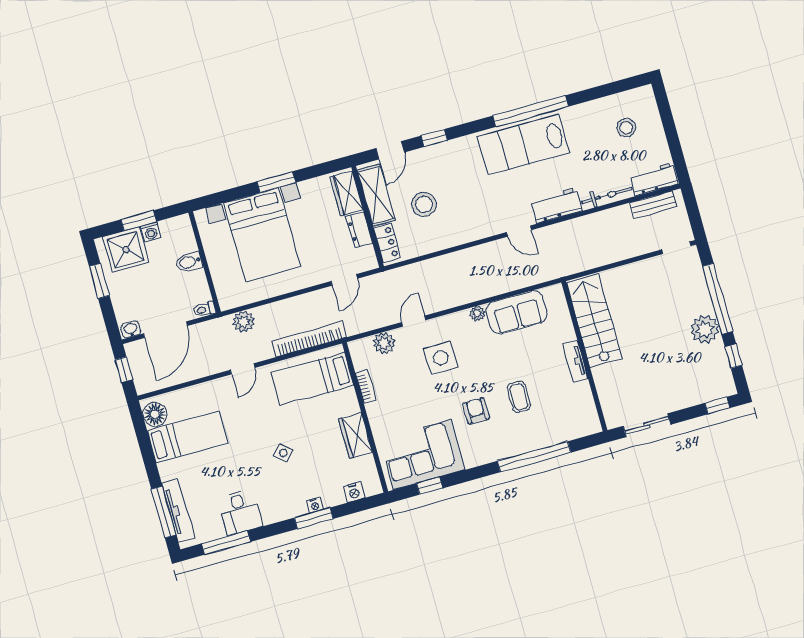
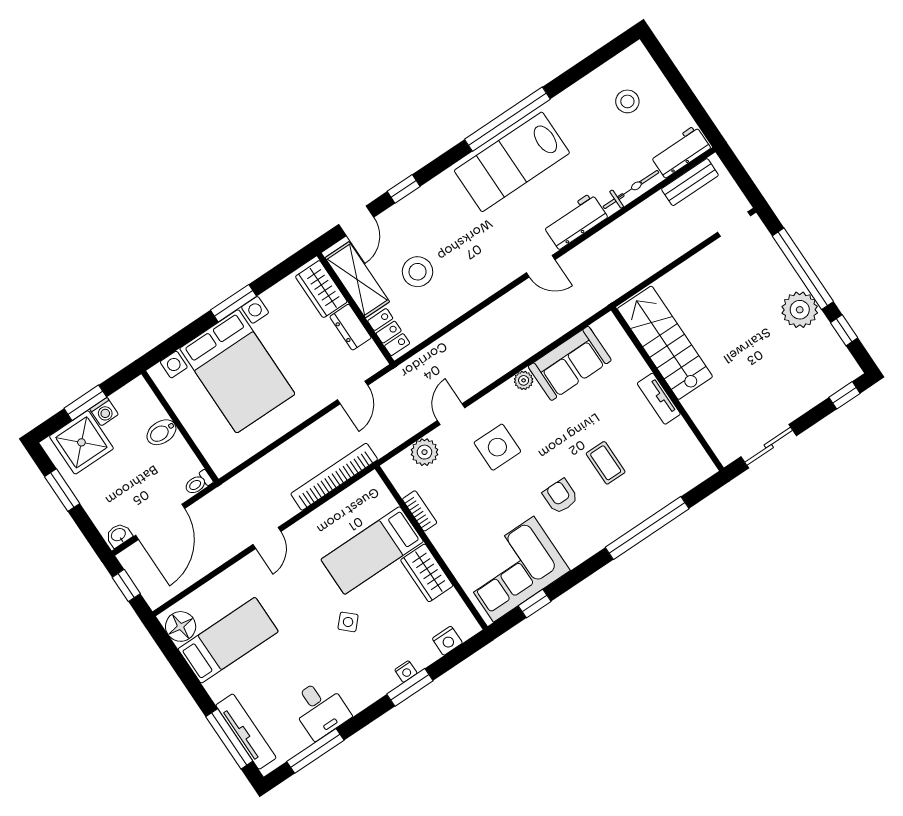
plant: (243, 322) -> (249, 482), removed
bed: (312, 379) -> (372, 550), moved

